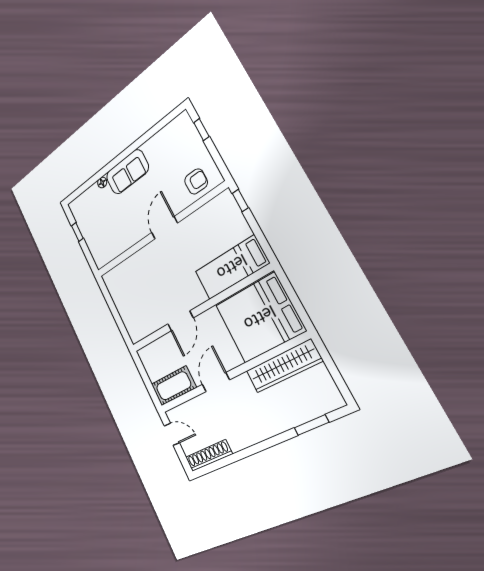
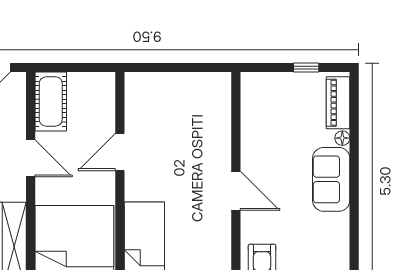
piano: (86, 199) -> (338, 103), added
door: (180, 321) -> (120, 152), hinge flipped

